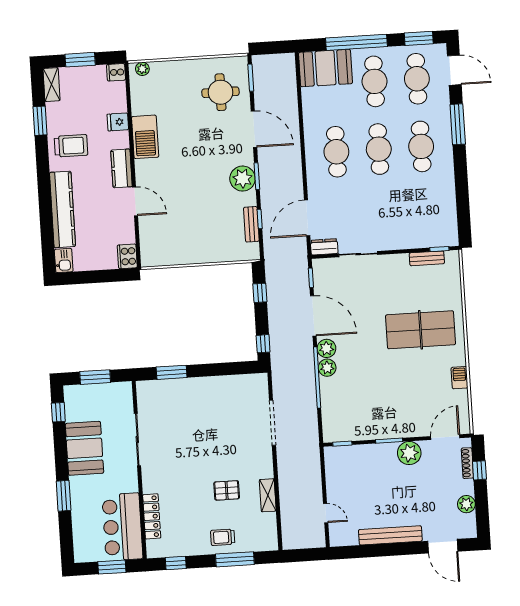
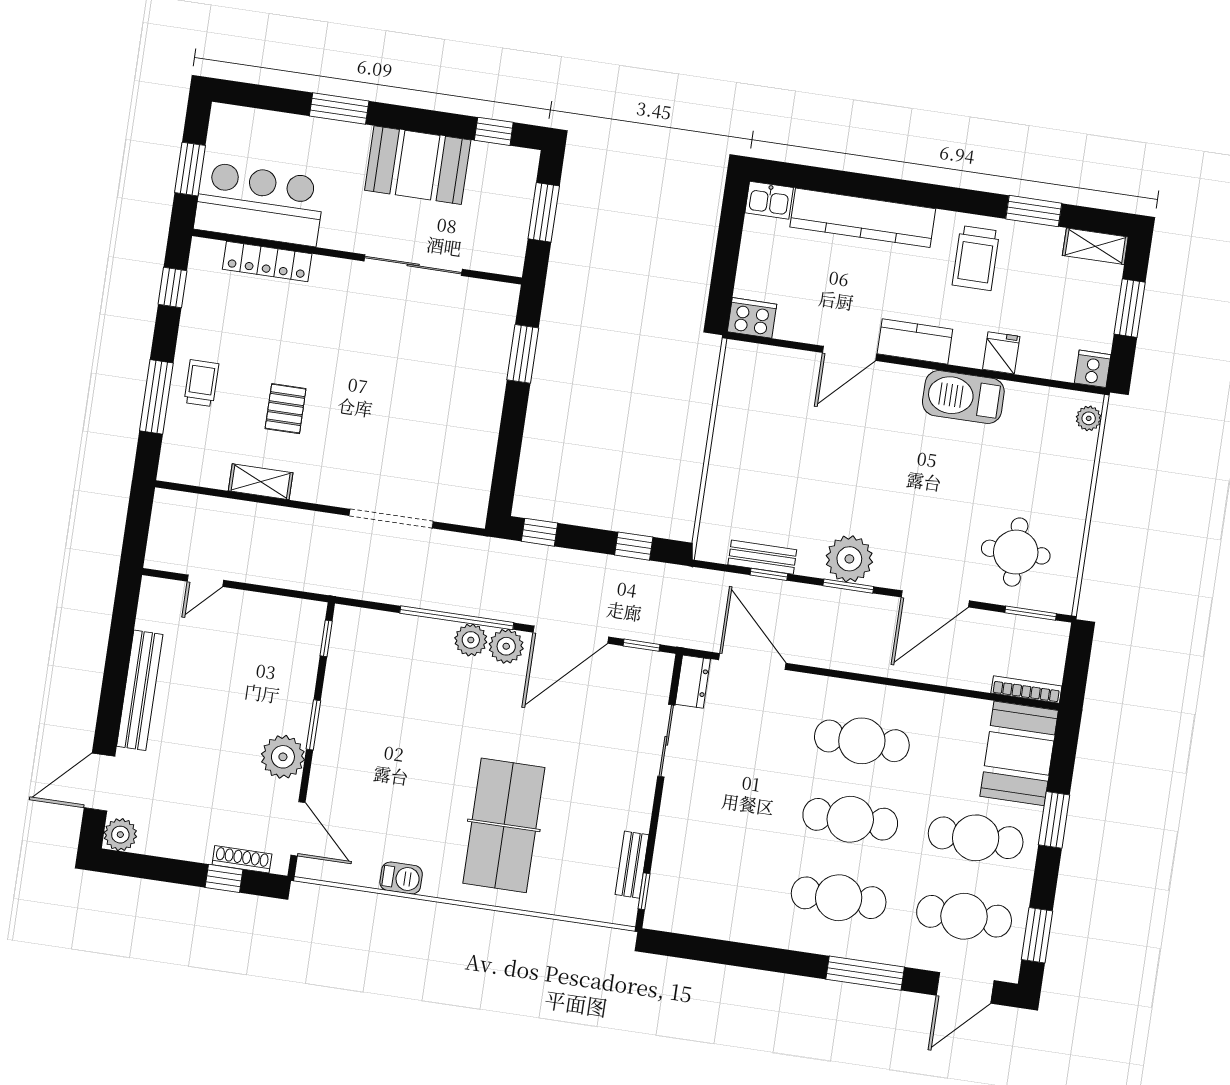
window: (356, 42) -> (1054, 820), width x0.47
bookcase: (291, 71) -> (1026, 689), added
plant: (466, 504) -> (120, 835), moved

